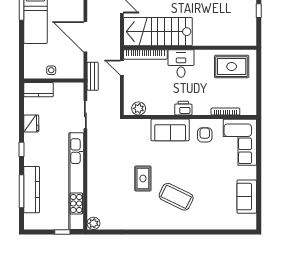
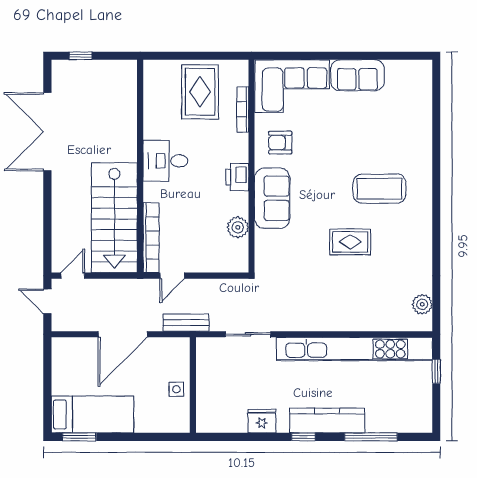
desk: (181, 63) -> (165, 161), moved
rug: (232, 67) -> (200, 92), moved
kitchen counter: (39, 90) -> (208, 410), removed
plant: (139, 108) -> (238, 227), moved
kitchen counter: (32, 190) -> (327, 420), moved
coffee table: (176, 197) -> (379, 189), turned 64
sofa: (247, 197) -> (357, 75), moved
plant: (93, 223) -> (422, 304), moved

